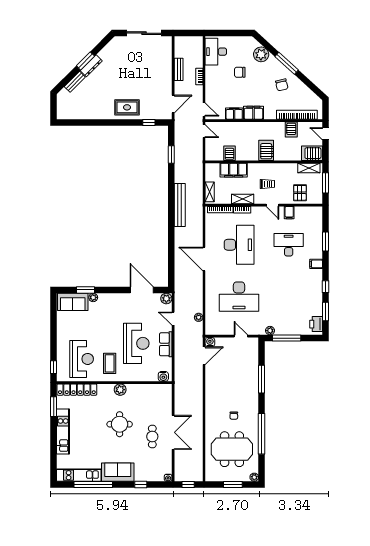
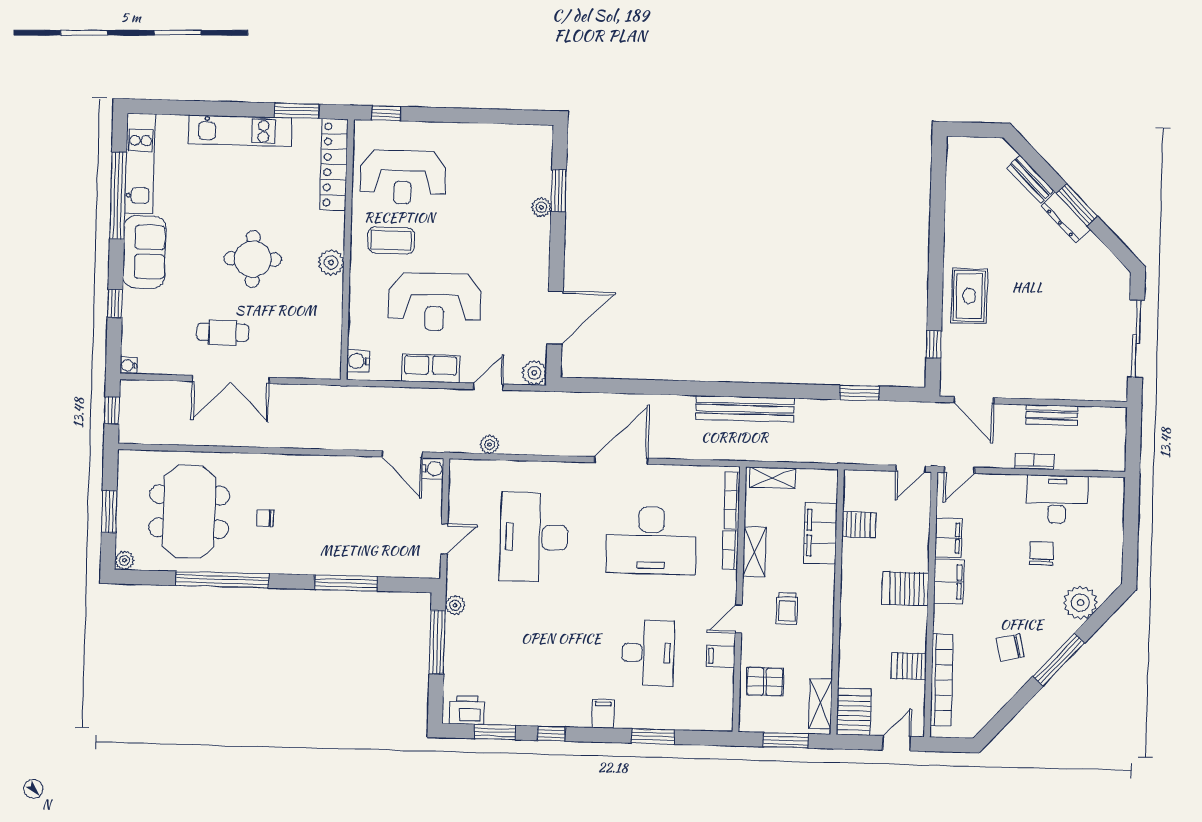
desk: (216, 52) -> (1057, 499), moved
server rack: (266, 150) -> (905, 589), moved, turned 180
sofa: (73, 302) -> (533, 161), removed

